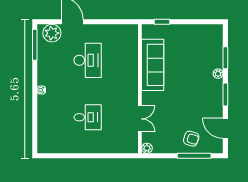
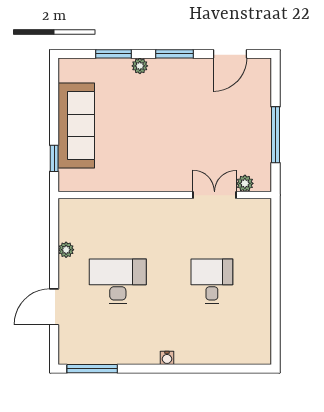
plant: (52, 33) -> (66, 250), moved, width x0.53, depth x0.53
sofa: (153, 65) -> (76, 125), moved, turned 90
armchair: (191, 139) -> (247, 110), removed
plant: (147, 148) -> (245, 183), moved
window: (194, 156) -> (276, 135), moved

